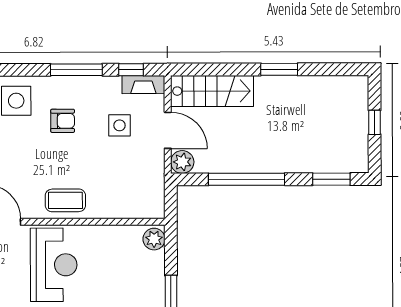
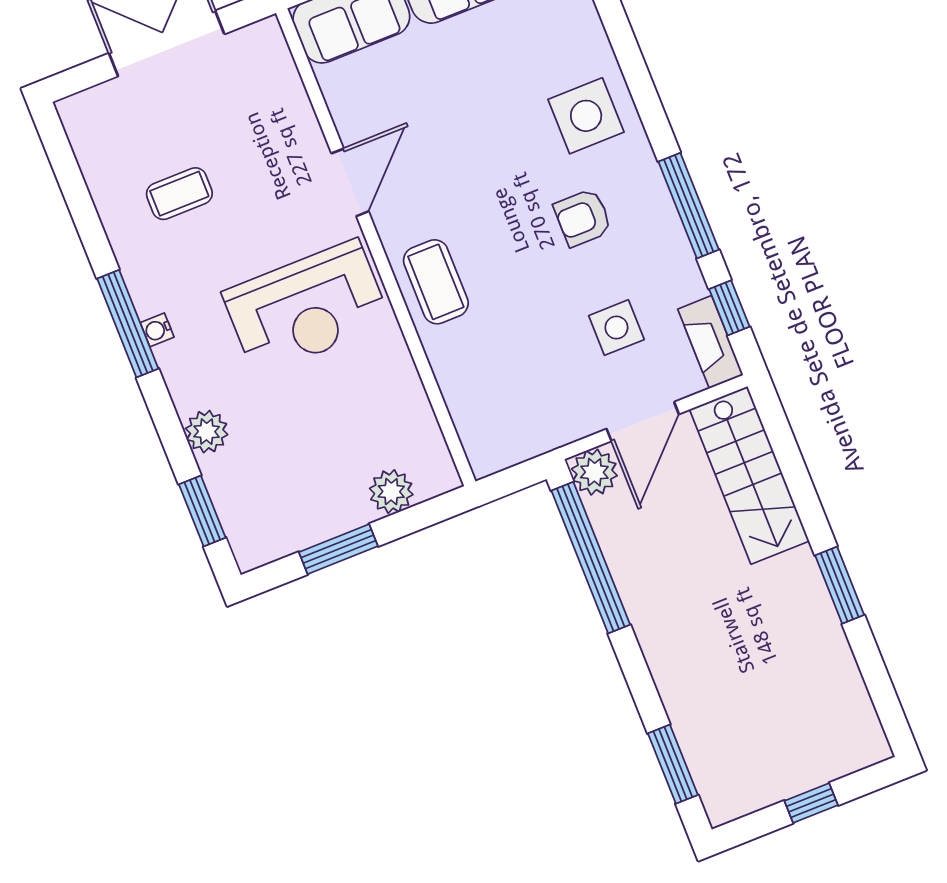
armchair: (63, 121) -> (583, 218), turned 90
window: (247, 179) -> (591, 558), moved
plant: (154, 239) -> (391, 492), moved

